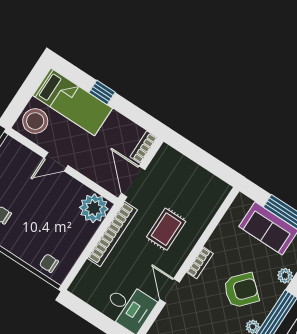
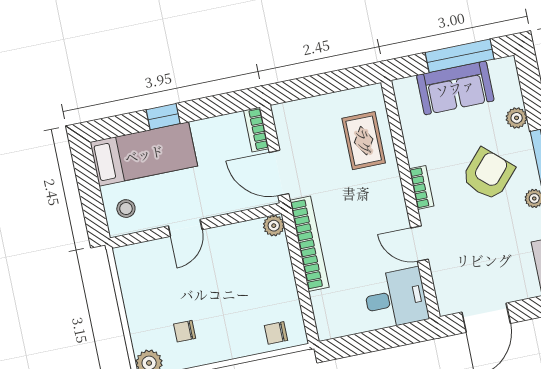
stool: (35, 121) -> (126, 209), width x0.53, depth x0.53
plant: (94, 208) -> (274, 226), width x0.53, depth x0.53
rug: (166, 229) -> (364, 141), moved

